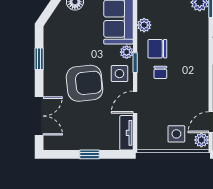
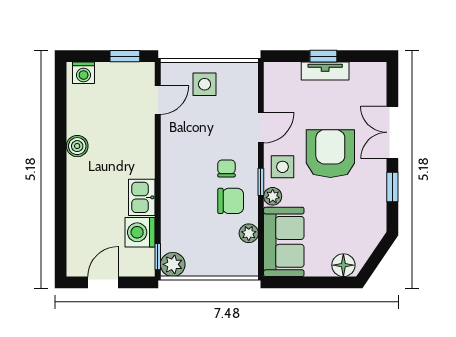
armchair: (85, 83) -> (330, 154), turned 96
double door: (39, 116) -> (392, 132), moved
tv unit: (127, 133) -> (325, 71), moved, turned 90
plant: (201, 140) -> (170, 76), removed

